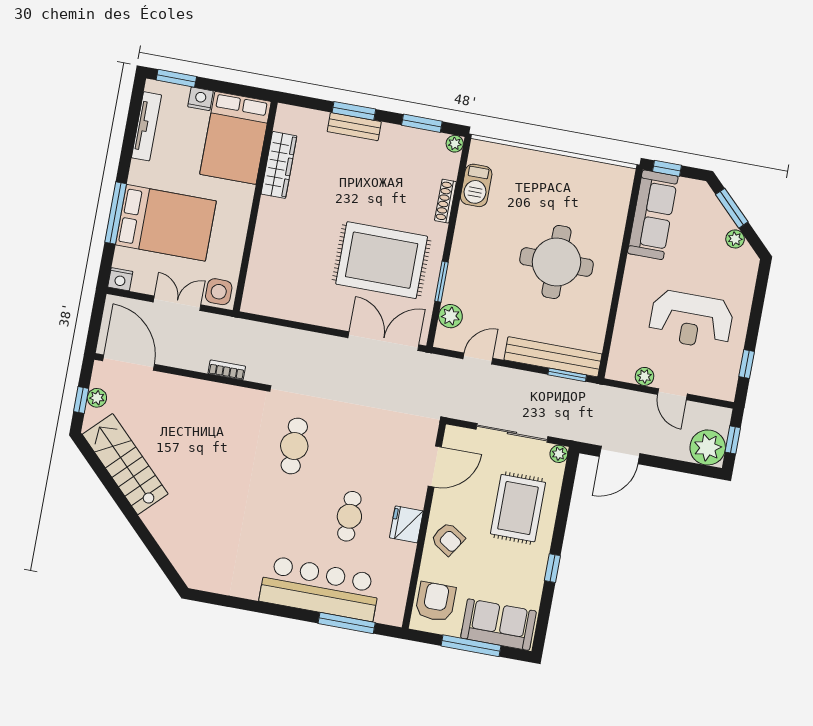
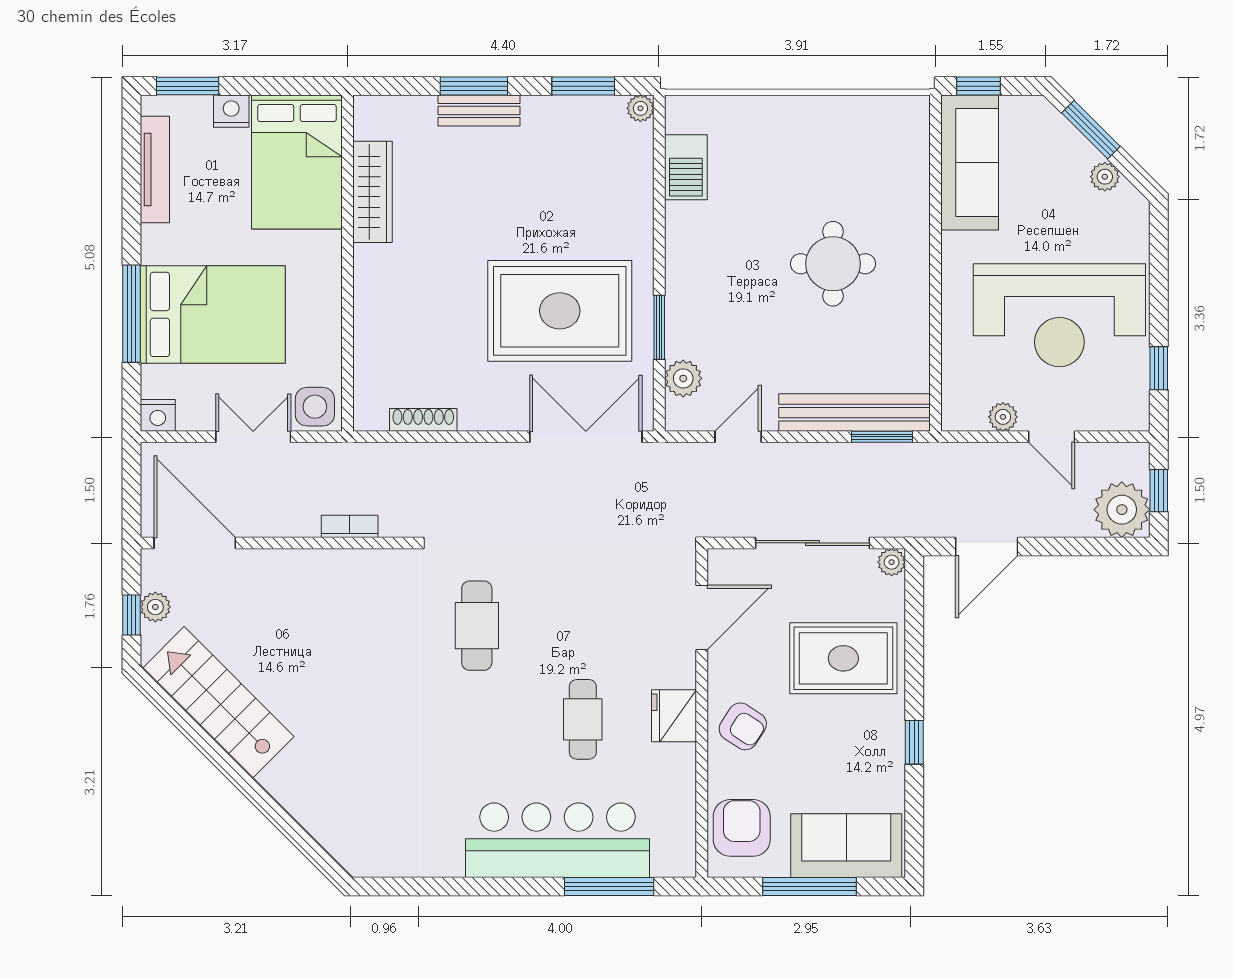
shoe rack: (445, 201) -> (423, 420), moved, turned 90
round table: (556, 262) -> (833, 264), width x0.73, depth x0.73
reception desk: (691, 320) -> (1059, 315), width x1.36, depth x1.30
rug: (518, 508) -> (843, 658), turned 90

